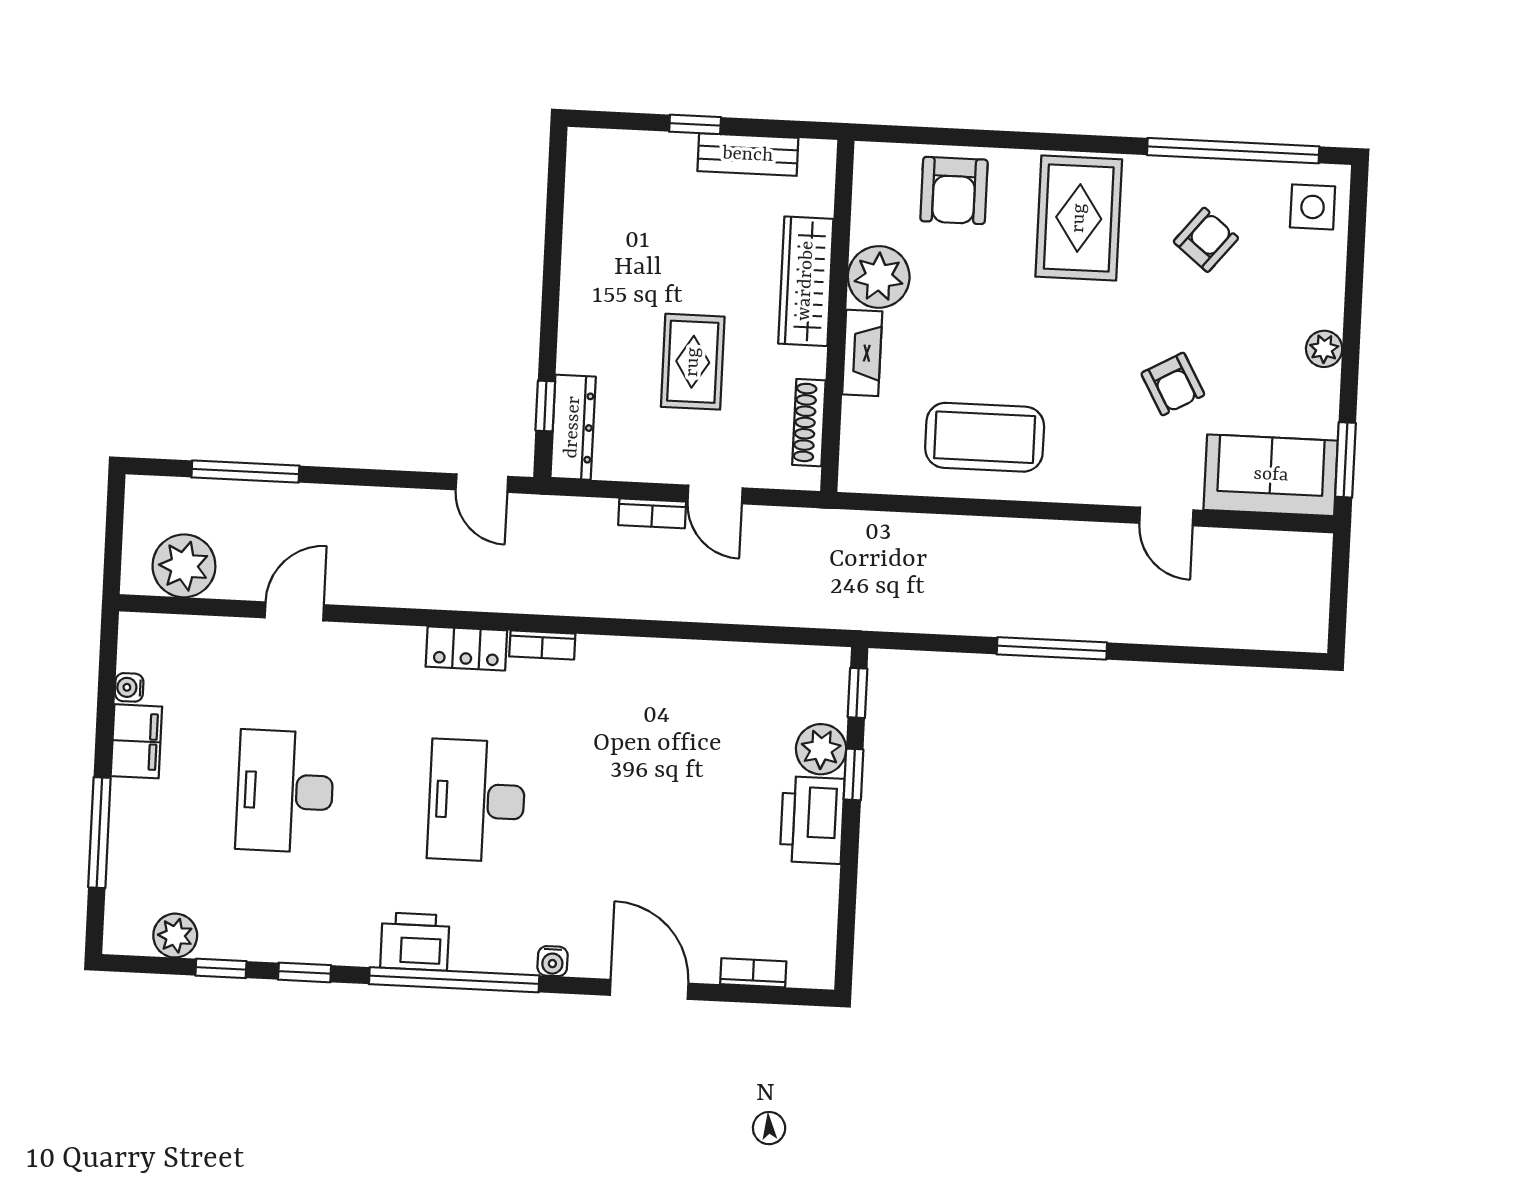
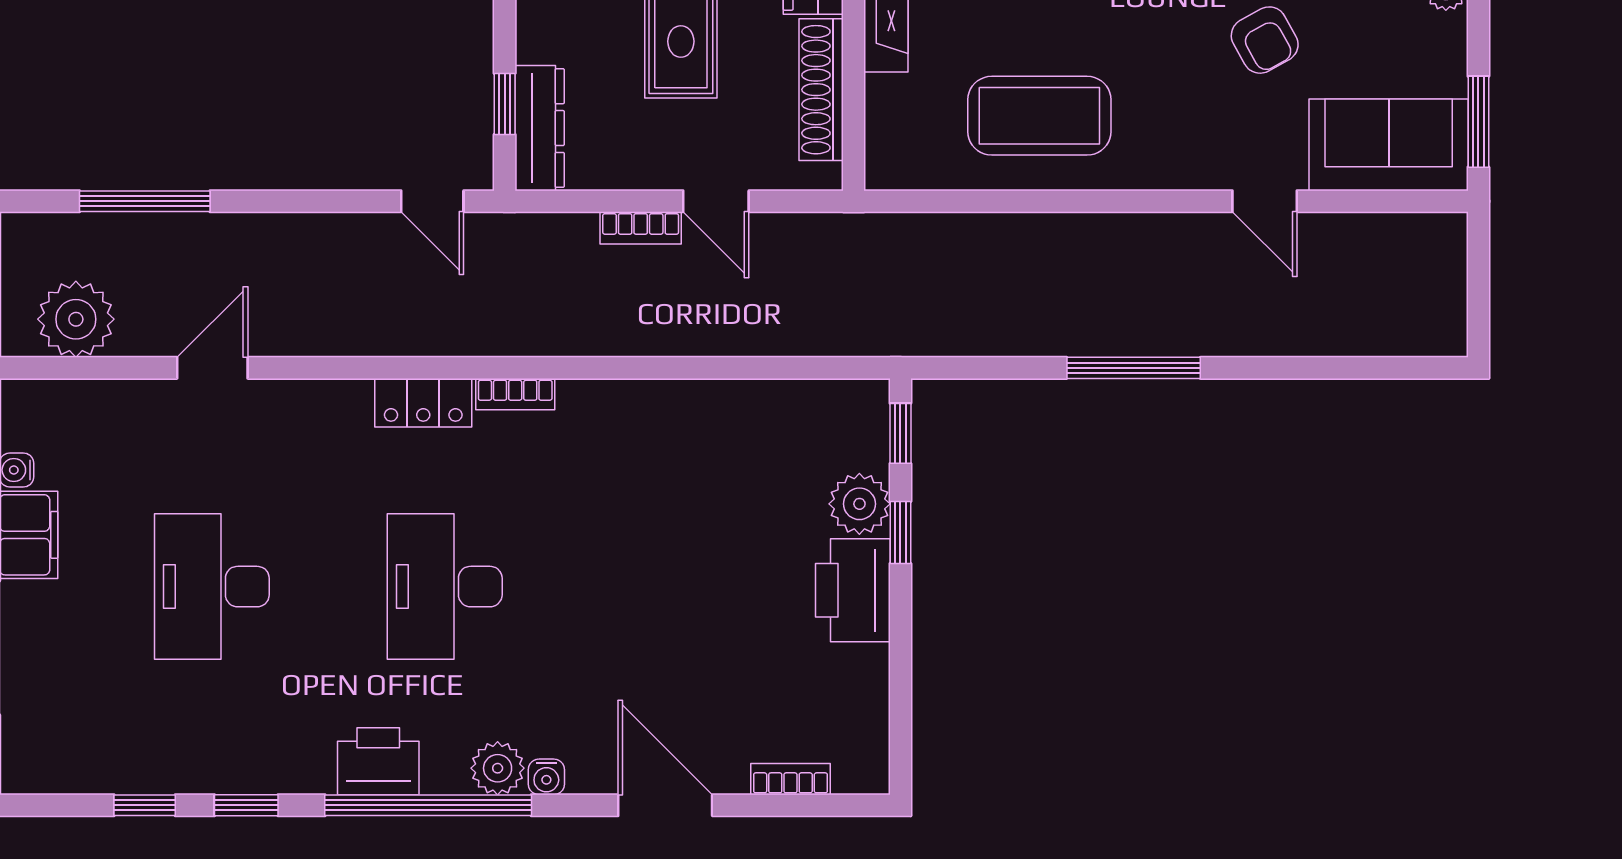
shoe rack: (809, 423) -> (821, 90), width x1.36, depth x1.24
plant: (175, 936) -> (498, 768), moved

